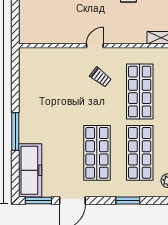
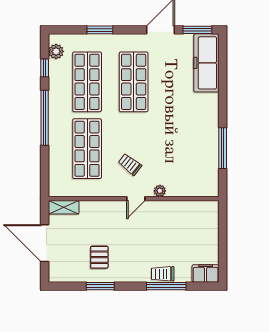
plant: (73, 53) -> (160, 191), added
window: (15, 132) -> (223, 148), moved

